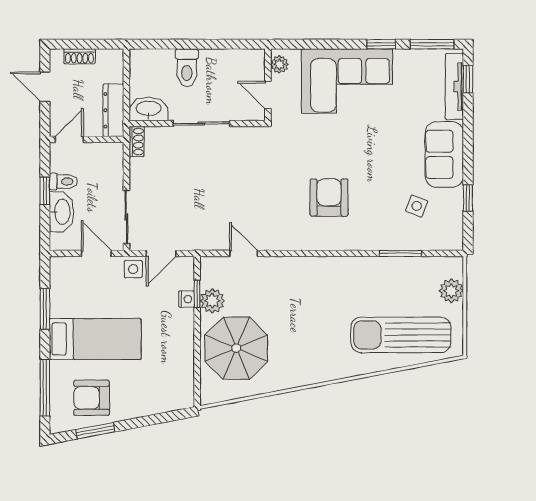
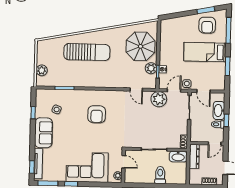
plant: (194, 234) -> (159, 99), added
sun lounger: (401, 335) -> (87, 52), moved
armchair: (92, 398) -> (207, 25), turned 90

